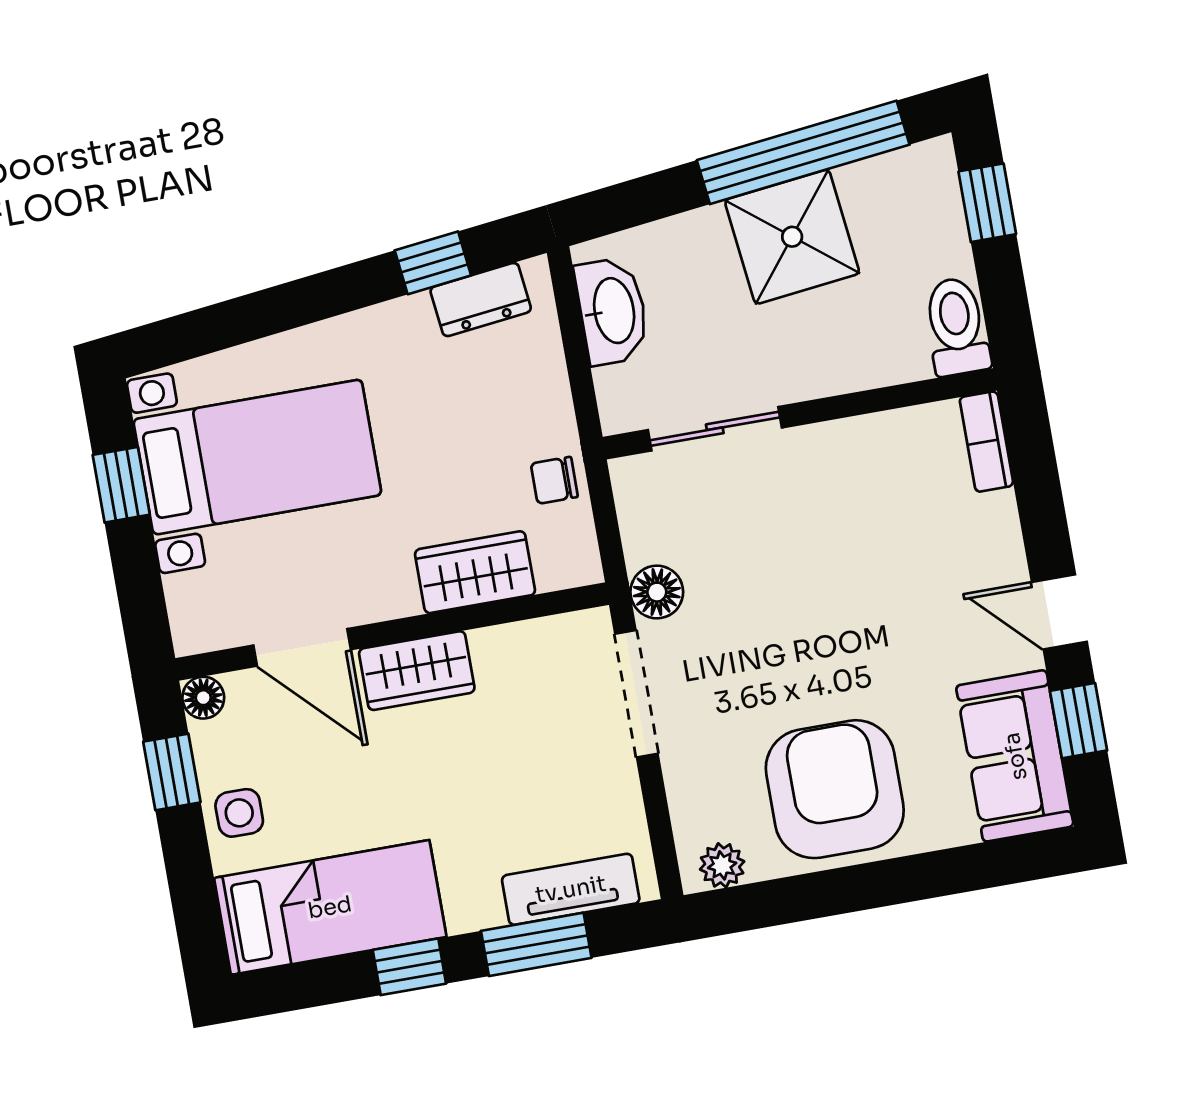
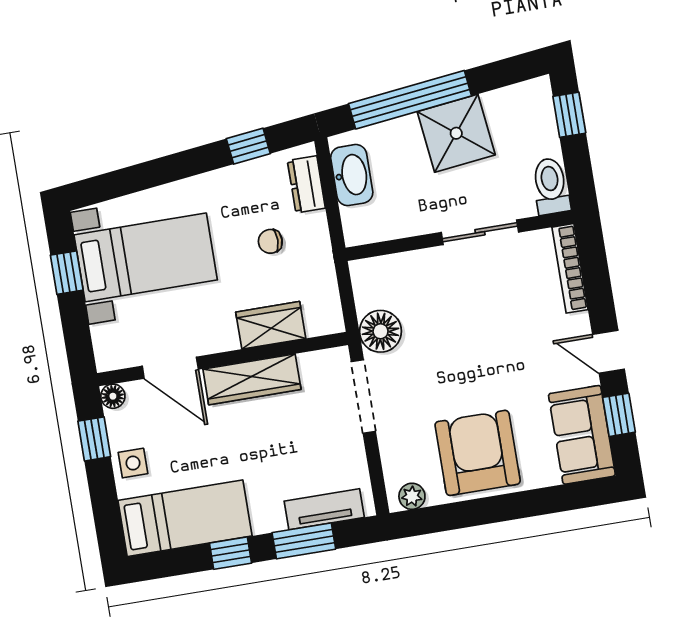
window: (803, 152) -> (410, 100), moved
dresser: (481, 300) -> (306, 184), moved, turned 97
sliding door: (715, 429) -> (480, 232), moved
bookcase: (986, 442) -> (570, 268), width x1.56
chair: (554, 480) -> (270, 241), moved
floor lamp: (657, 592) -> (381, 331), width x1.38, depth x1.38
wardrobe: (417, 671) -> (252, 379), width x1.50

